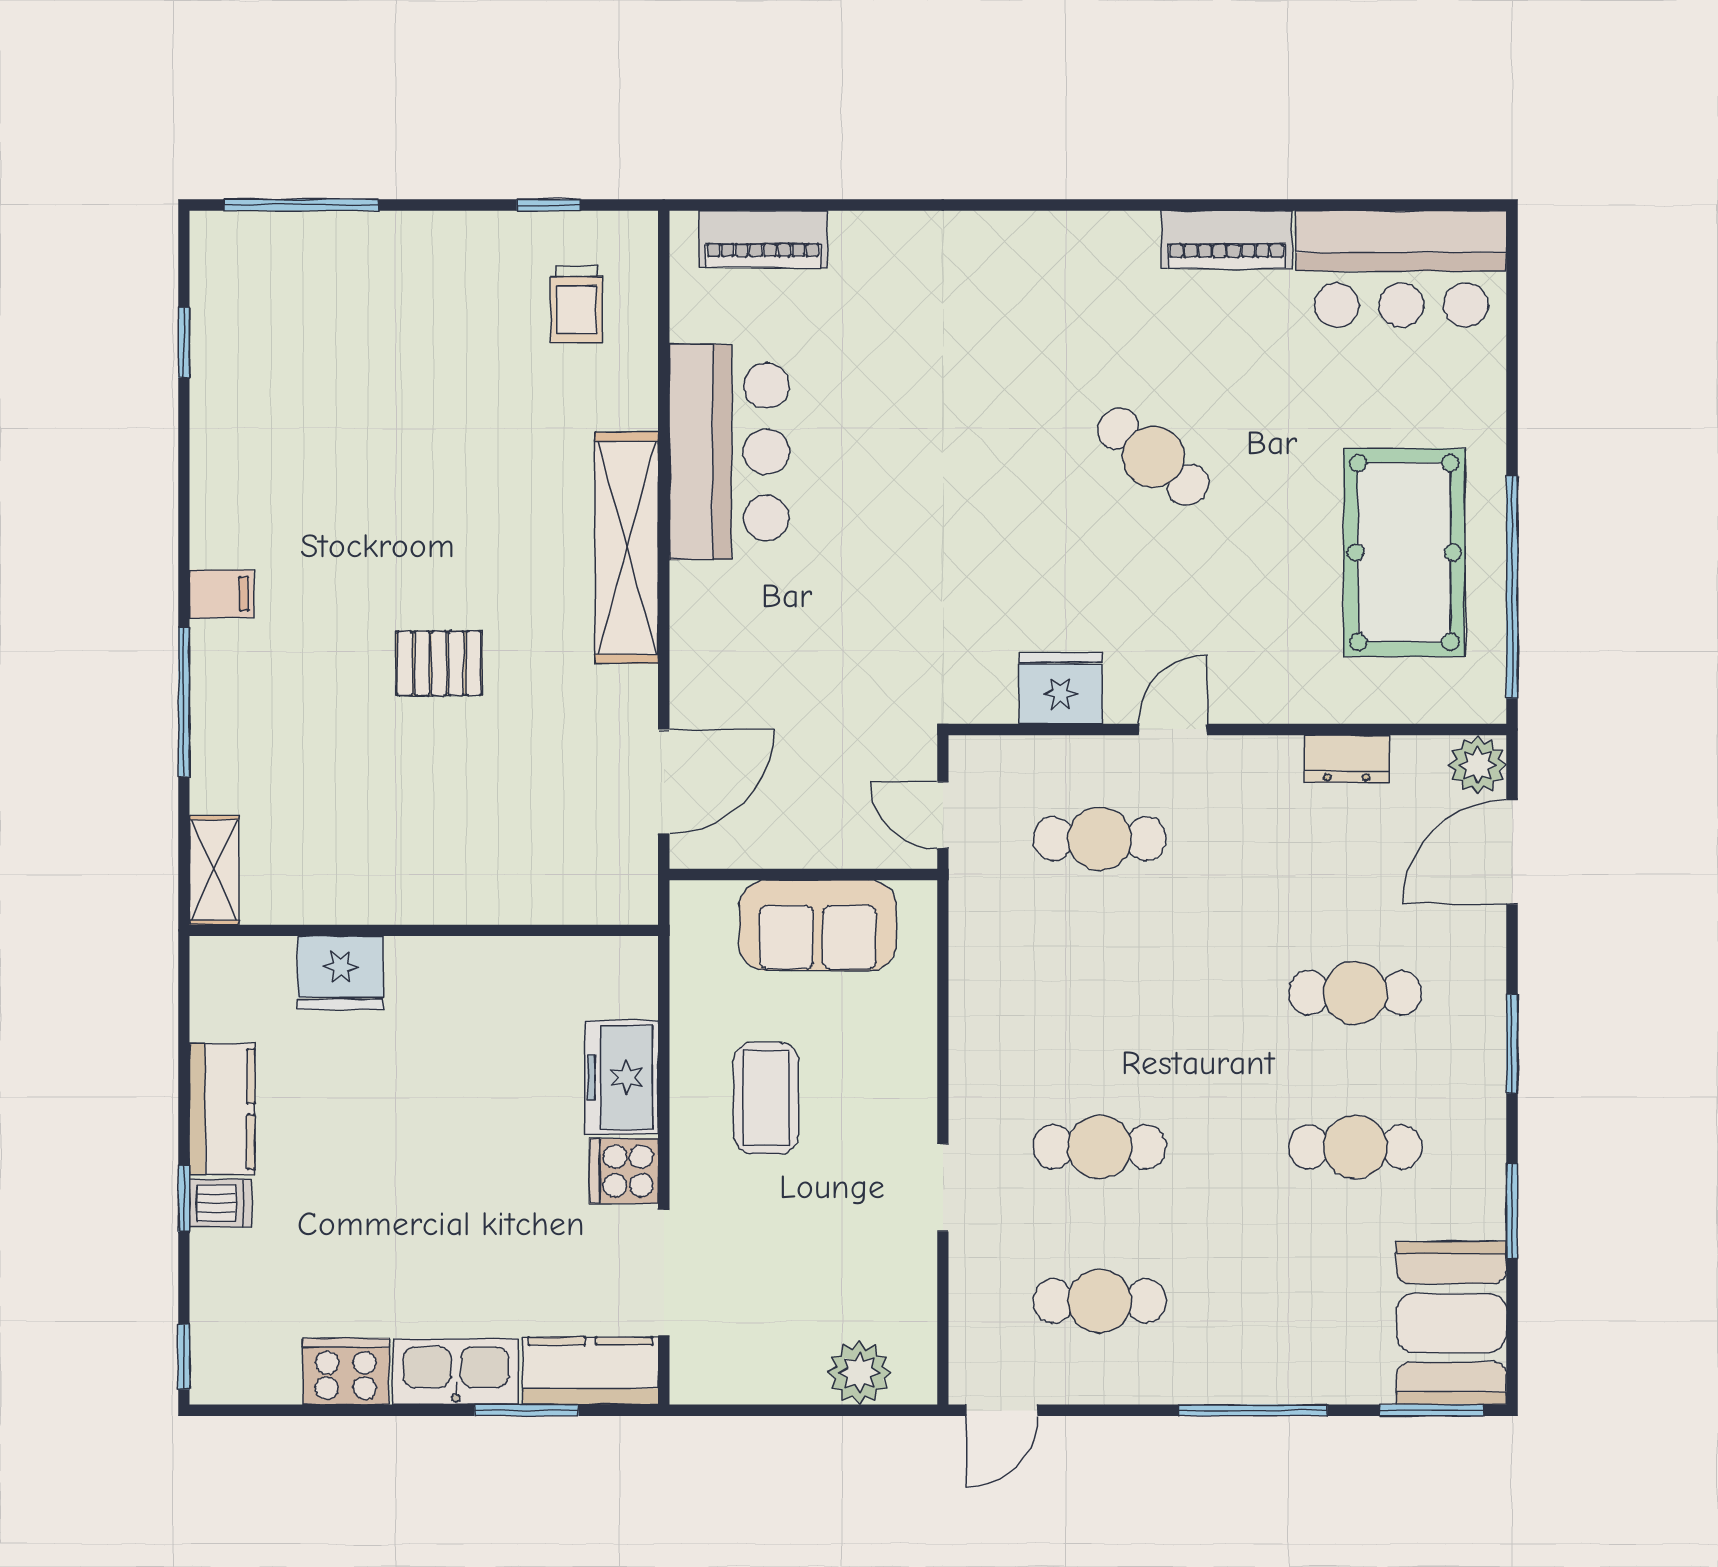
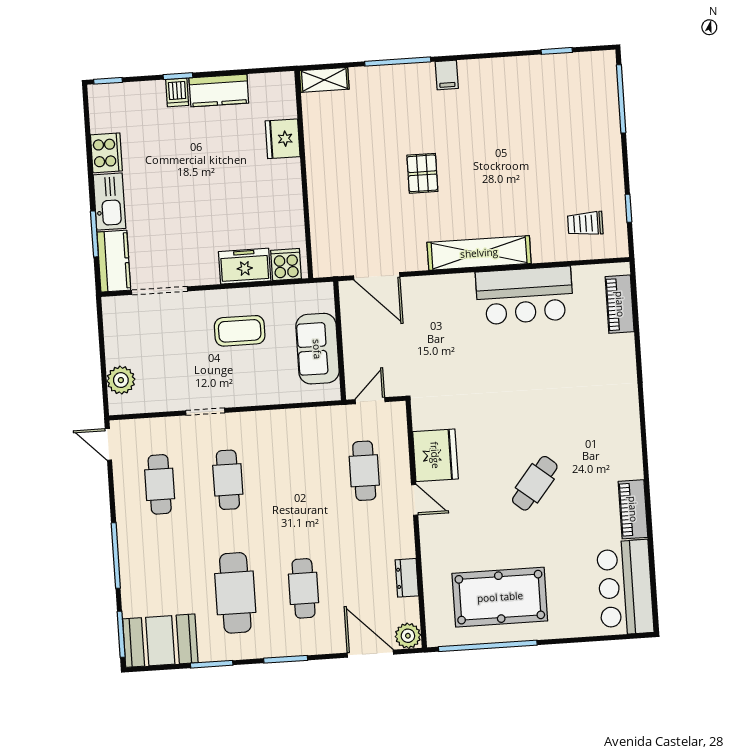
fridge: (1061, 688) -> (435, 455), width x1.36, depth x1.34
cafe table: (1355, 1147) -> (235, 593), width x1.37, depth x1.35
cooker: (624, 1171) -> (286, 265), moved

